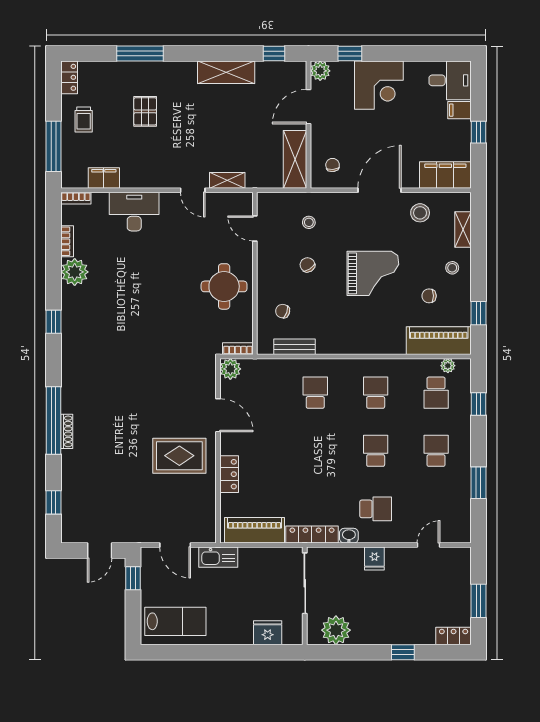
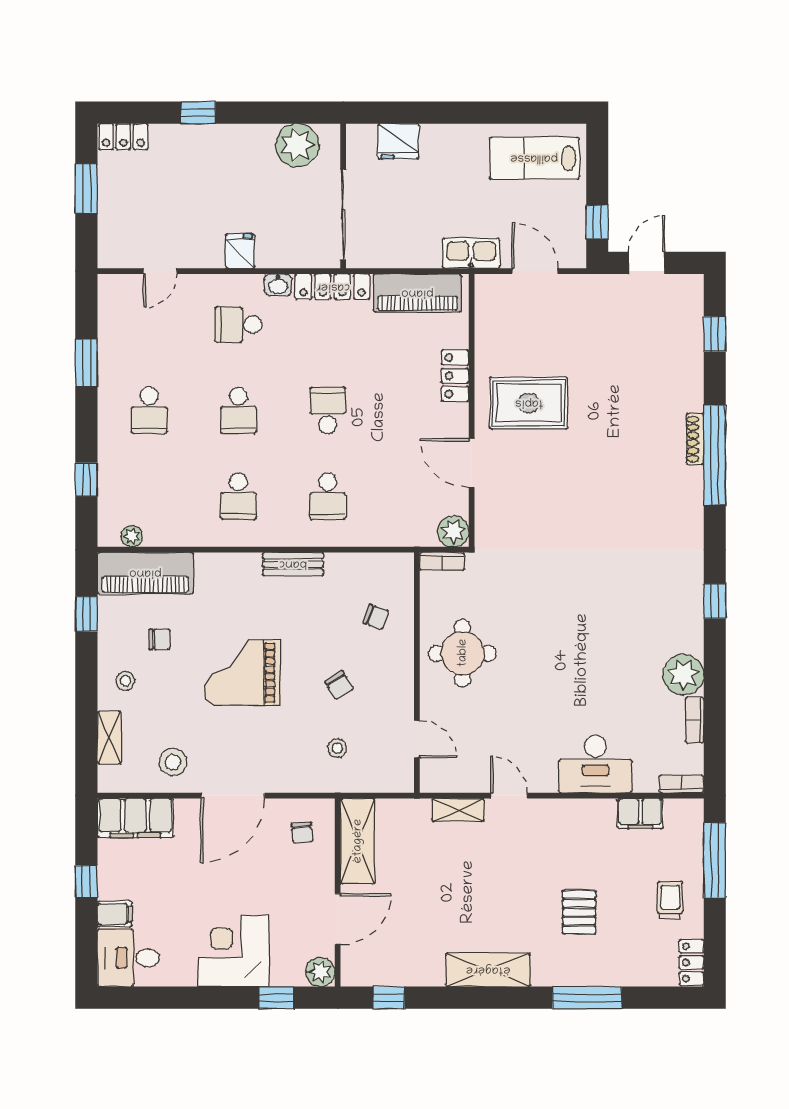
shelving: (226, 72) -> (488, 970), moved
bench: (294, 347) -> (293, 564), moved
school desk: (436, 393) -> (328, 410), moved

